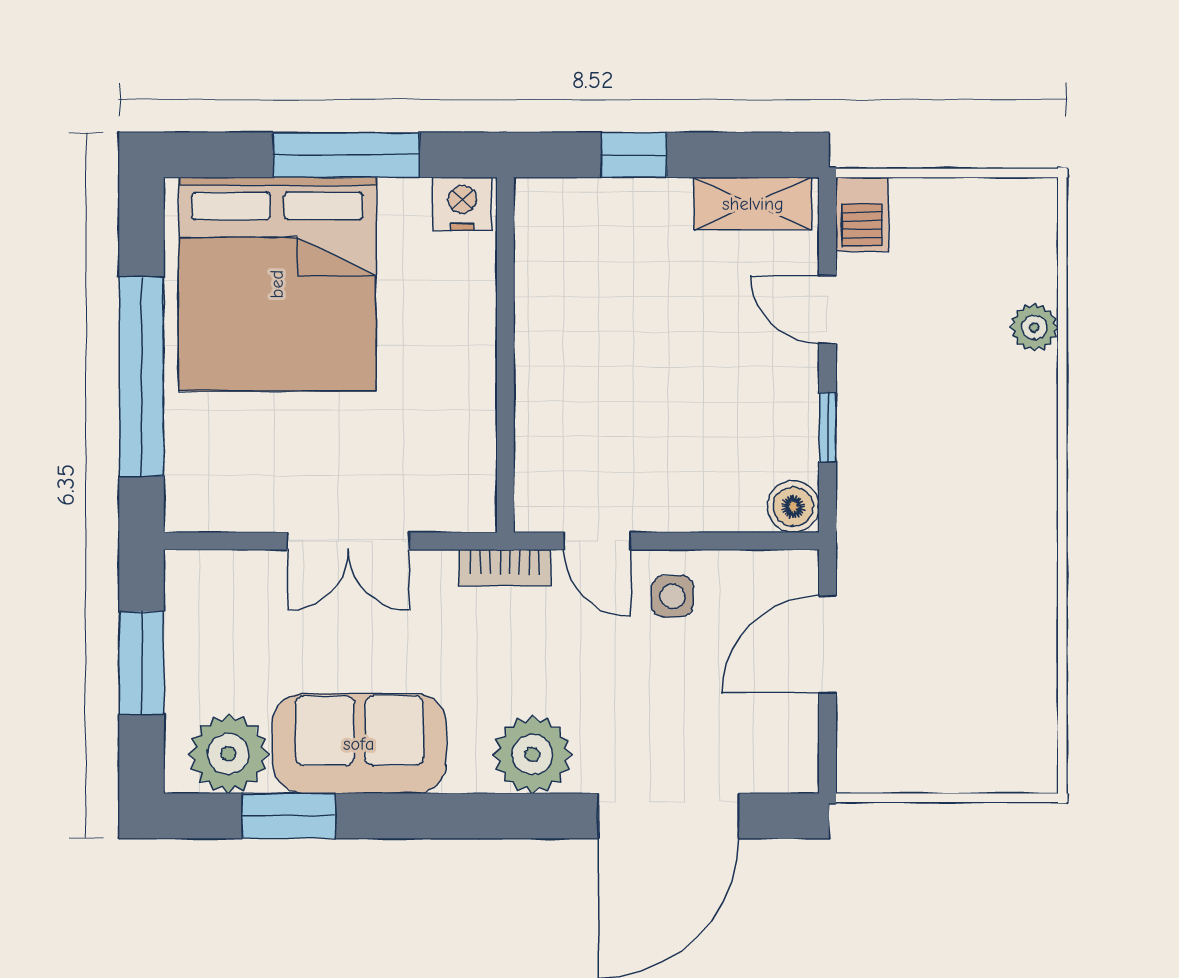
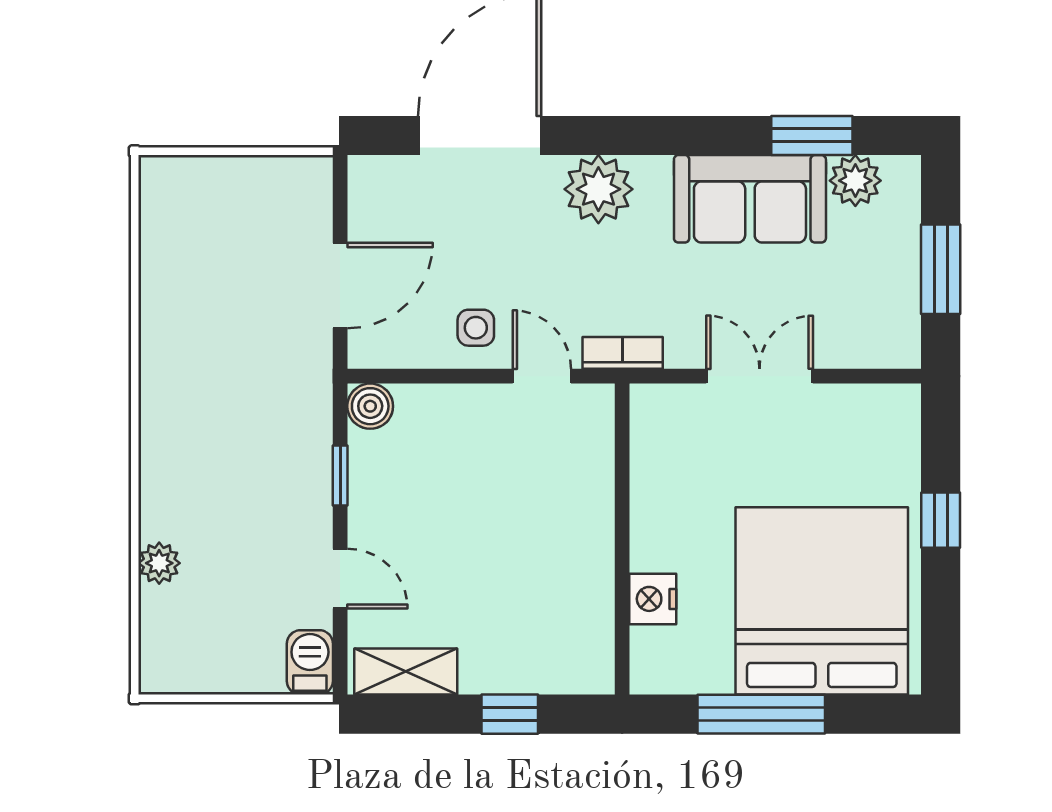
nightstand: (462, 204) -> (653, 599), moved, turned 90
window: (142, 377) -> (941, 520), width x0.32
plant: (228, 754) -> (855, 181), width x0.73, depth x0.73

